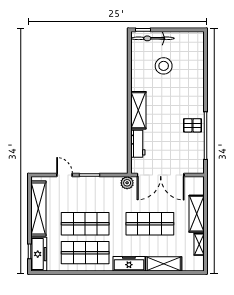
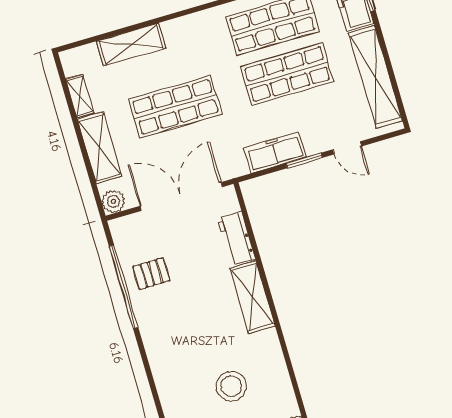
pallet: (192, 125) -> (151, 274), moved
plant: (127, 183) -> (113, 202), moved
freezer: (129, 264) -> (275, 153), moved, turned 180

